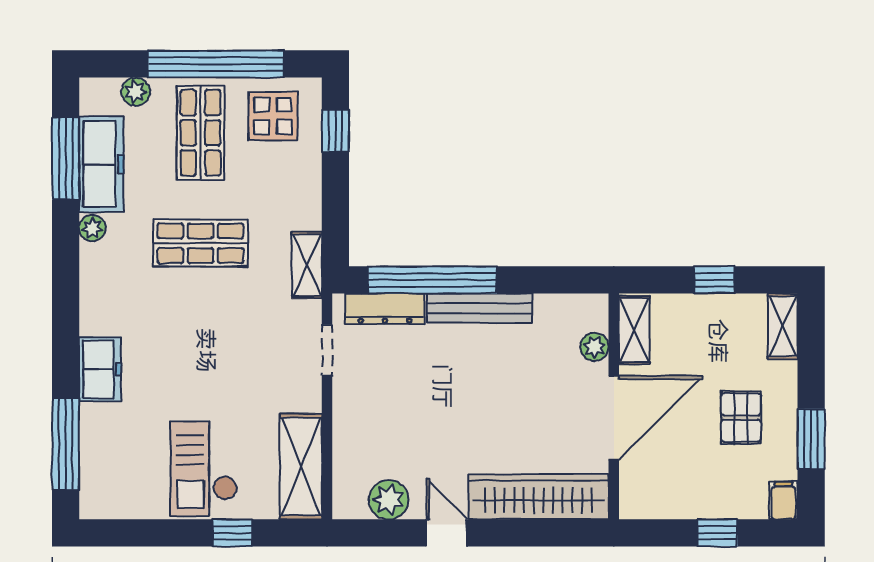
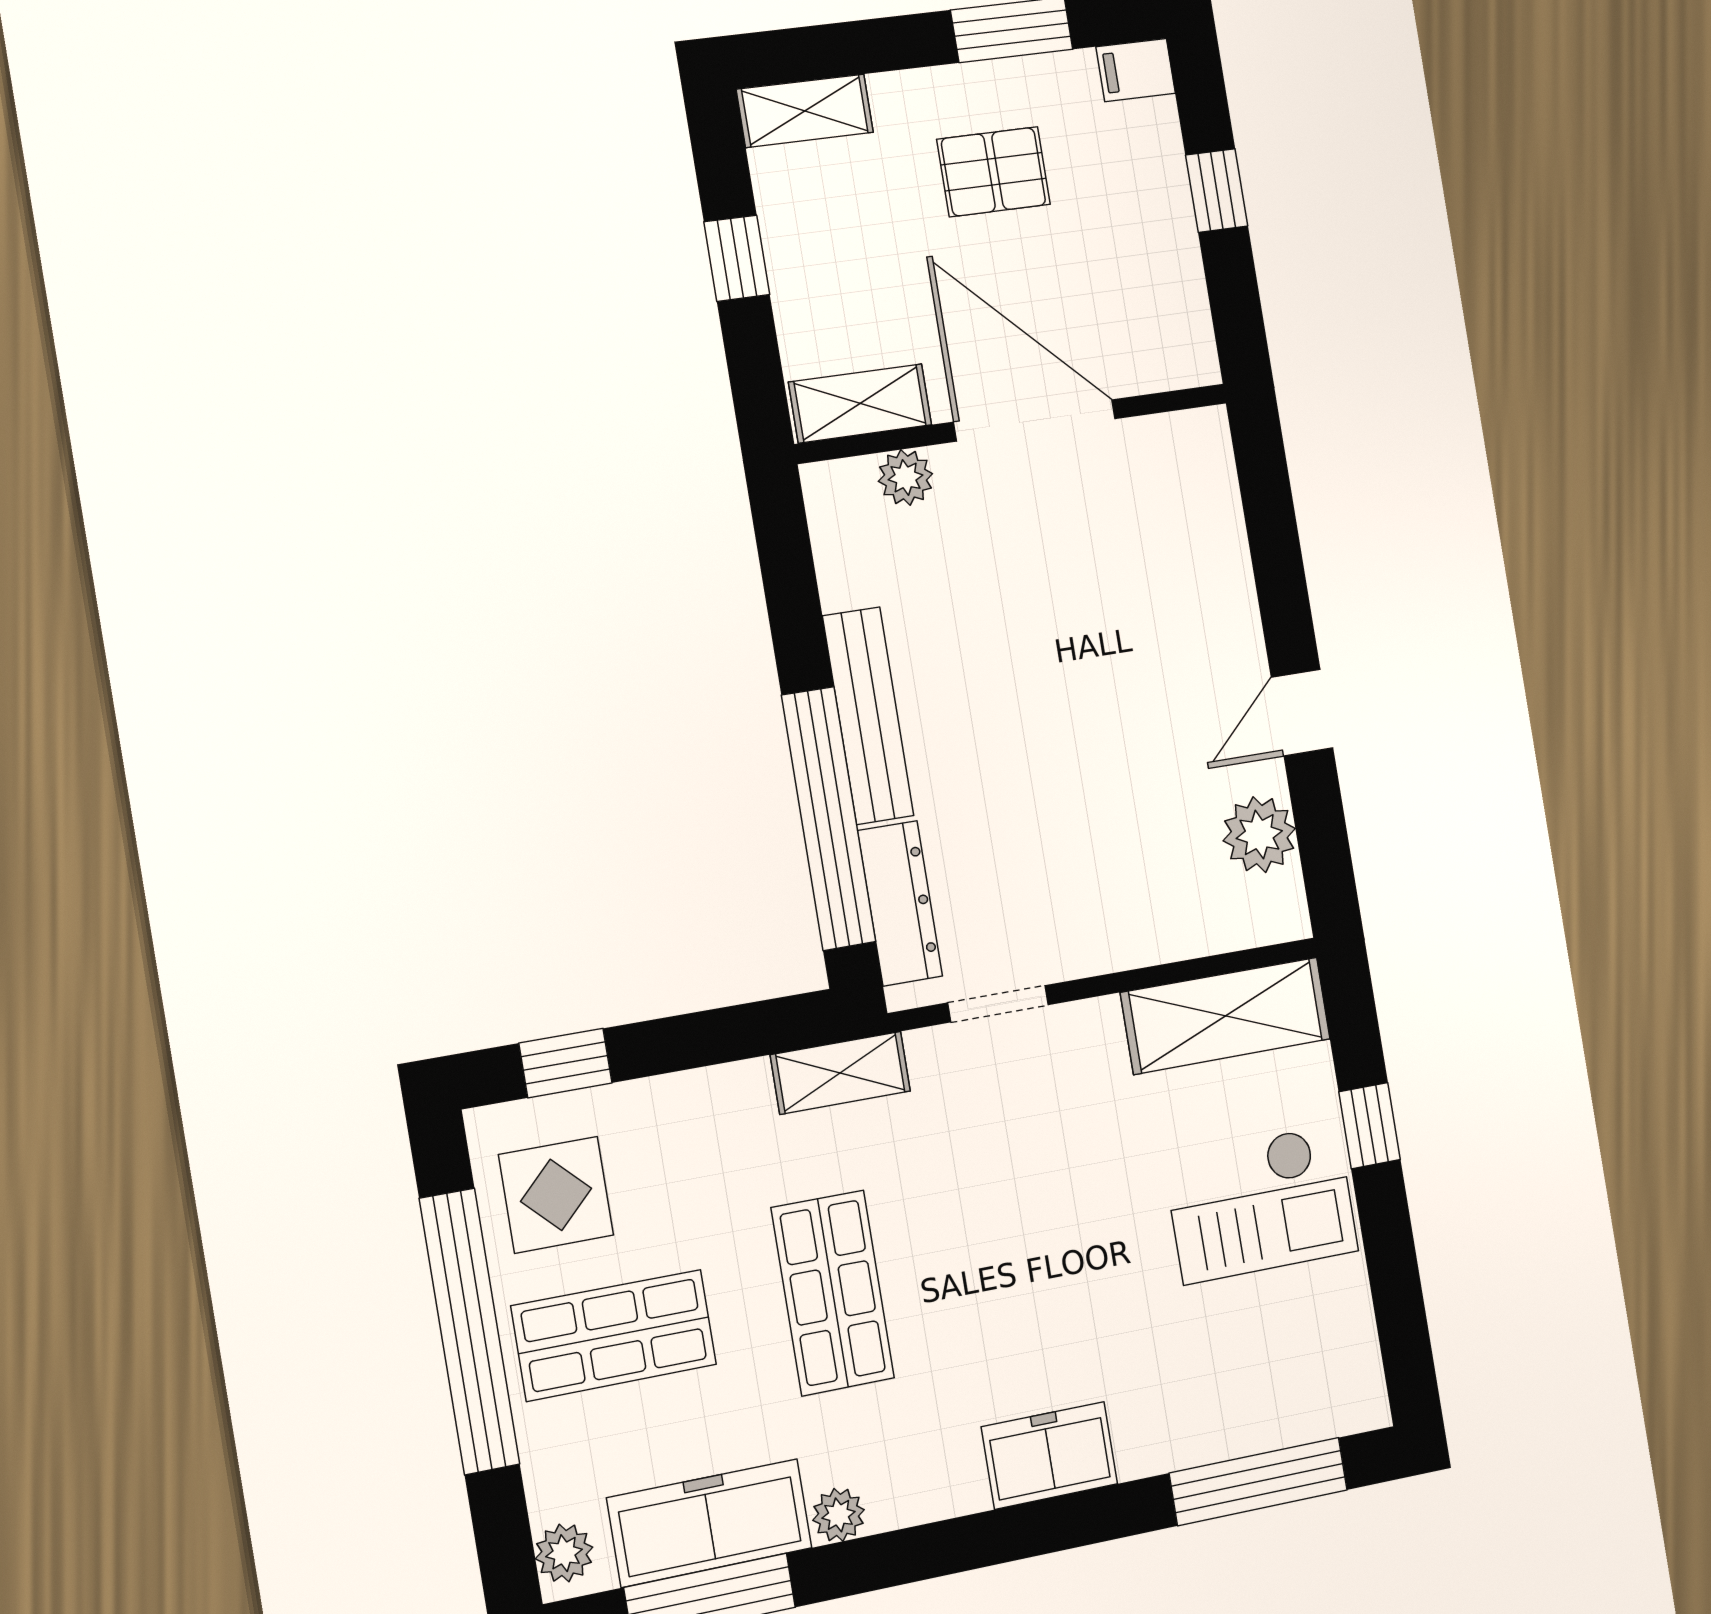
plant: (136, 92) -> (564, 1553), moved
freezer: (100, 369) -> (1050, 1455), moved
wardrobe: (539, 497) -> (1206, 545), removed

